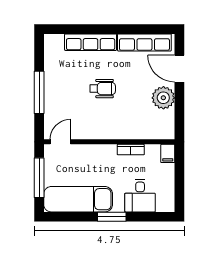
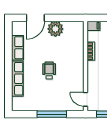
row of seats: (144, 42) -> (17, 48), width x0.68

